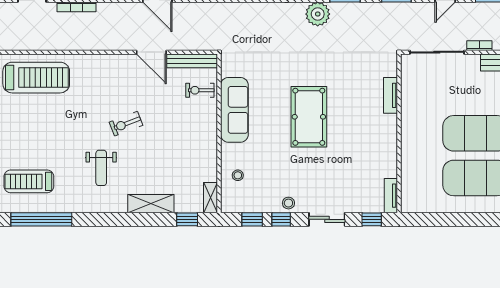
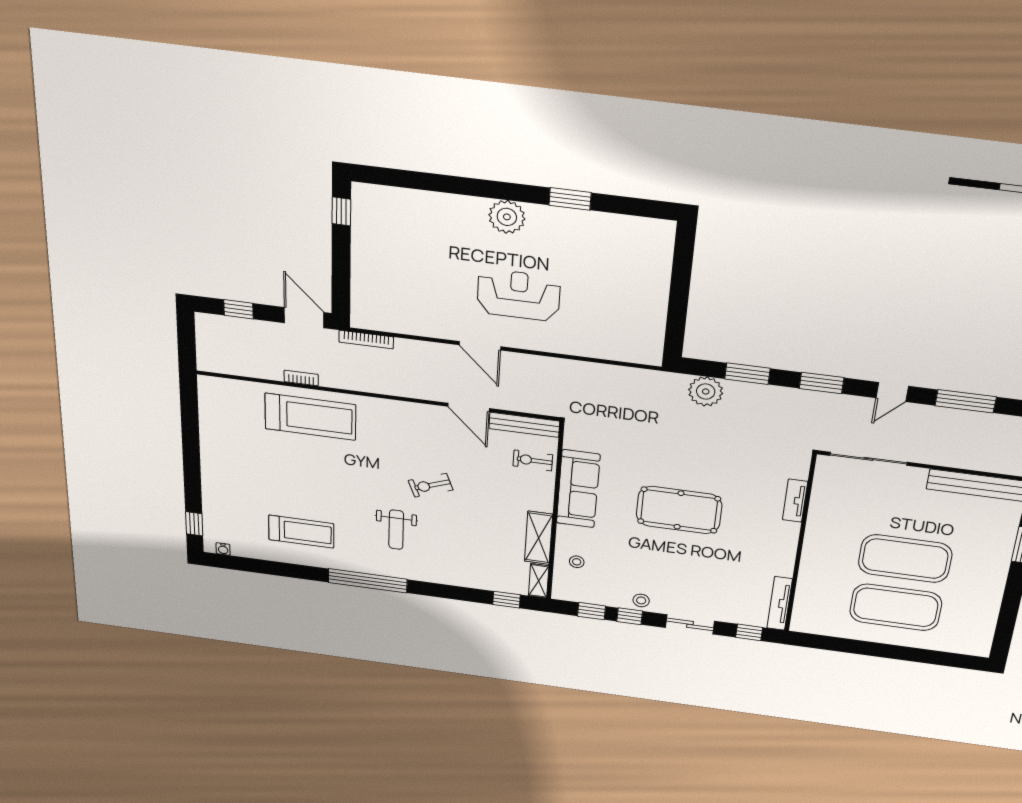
bookcase: (479, 46) -> (301, 378), moved
pool table: (309, 117) -> (679, 510), turned 90
treadmill: (29, 181) -> (301, 532), turned 180
tv unit: (391, 196) -> (780, 603), width x1.41
shelving: (151, 204) -> (539, 538), moved, turned 90
window: (41, 219) -> (368, 581), moved

